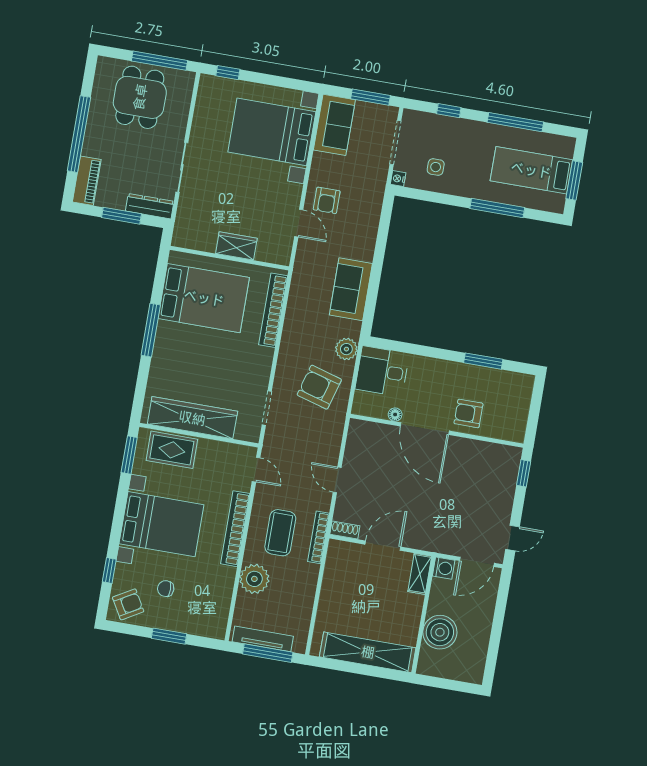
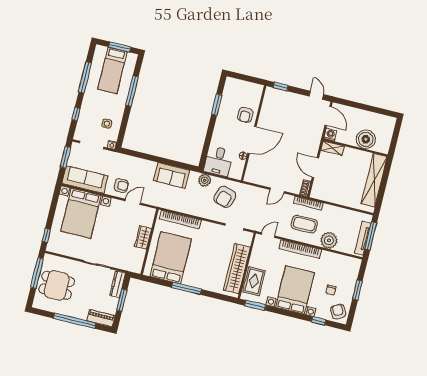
sofa: (334, 125) -> (85, 180), width x1.36

